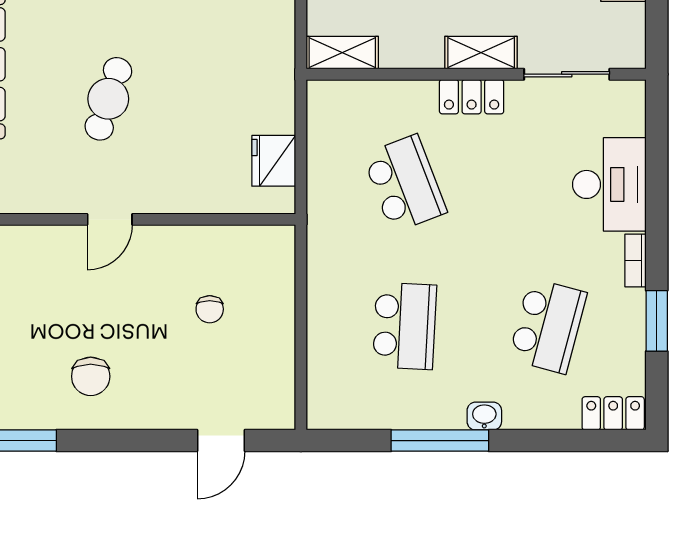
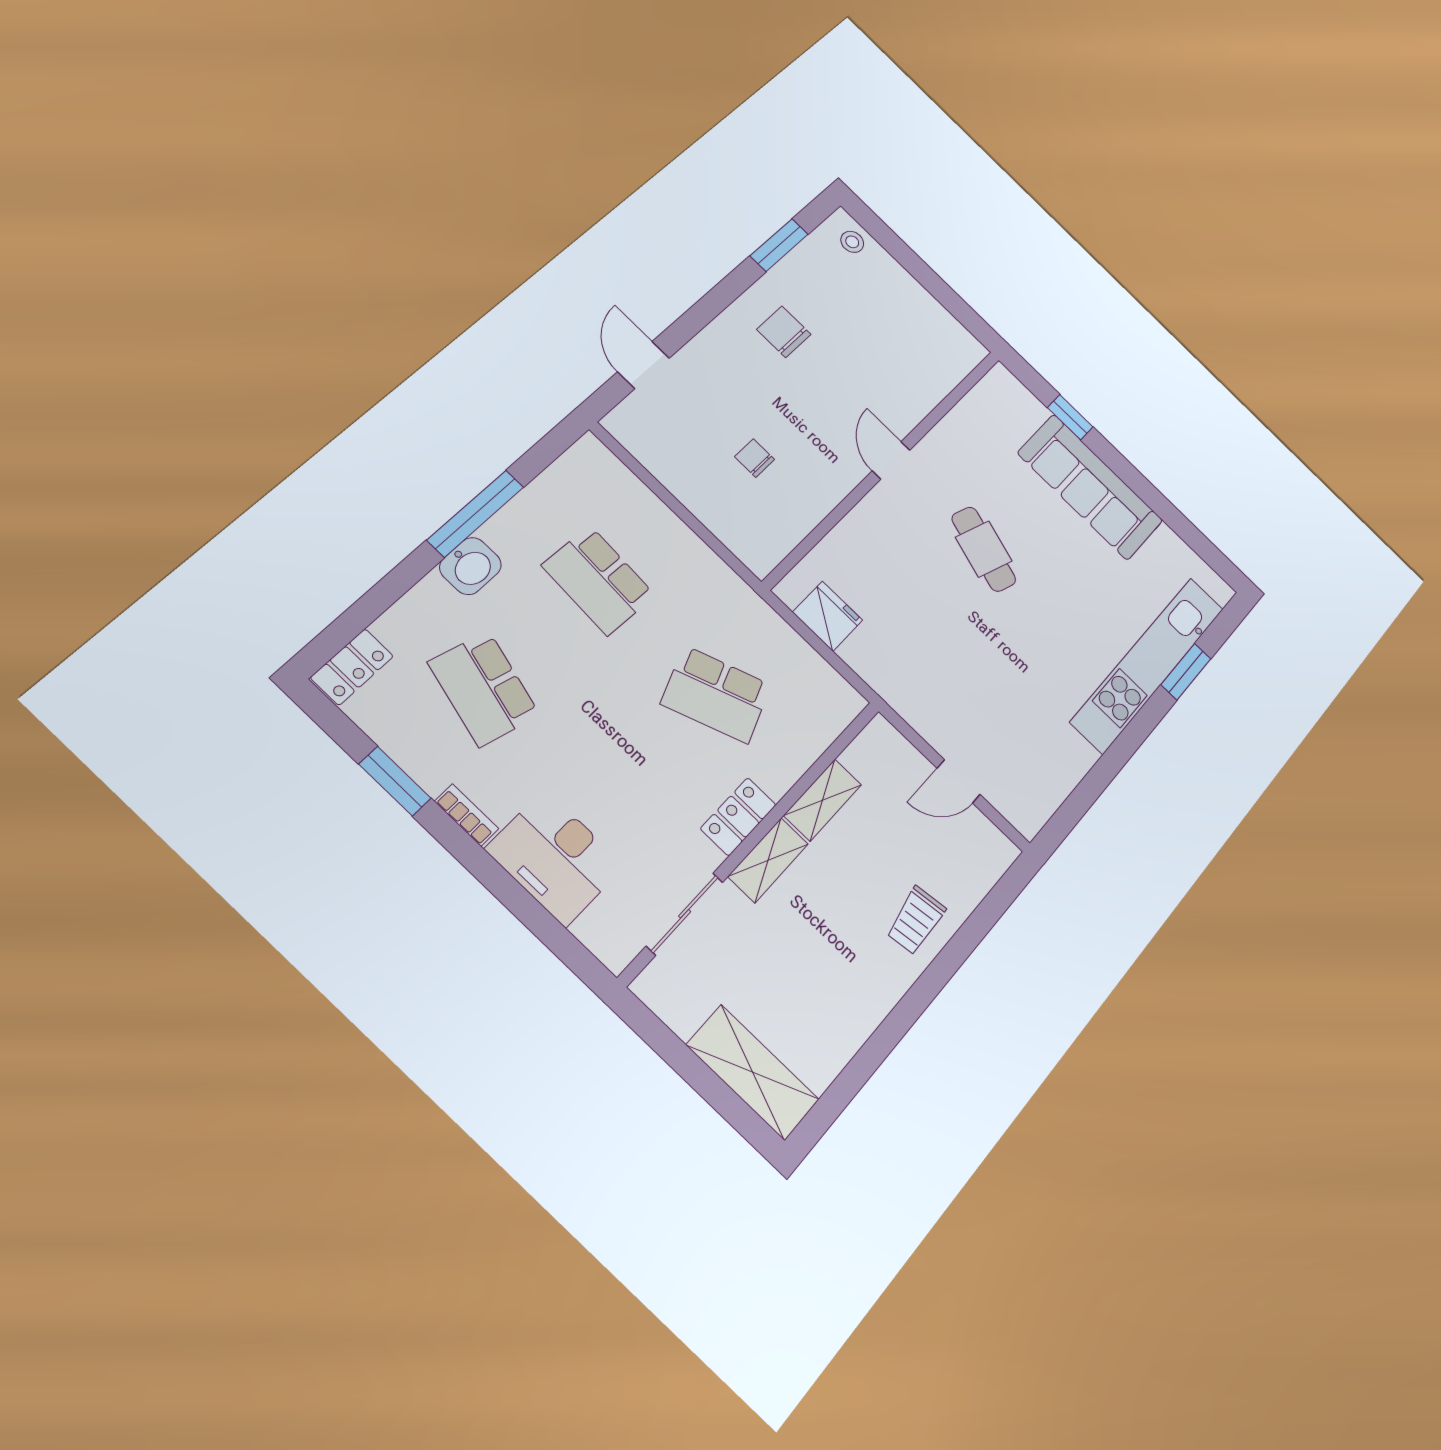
shelving: (342, 53) -> (823, 800), moved
washbasin: (484, 416) -> (470, 566), width x1.38, depth x1.45

